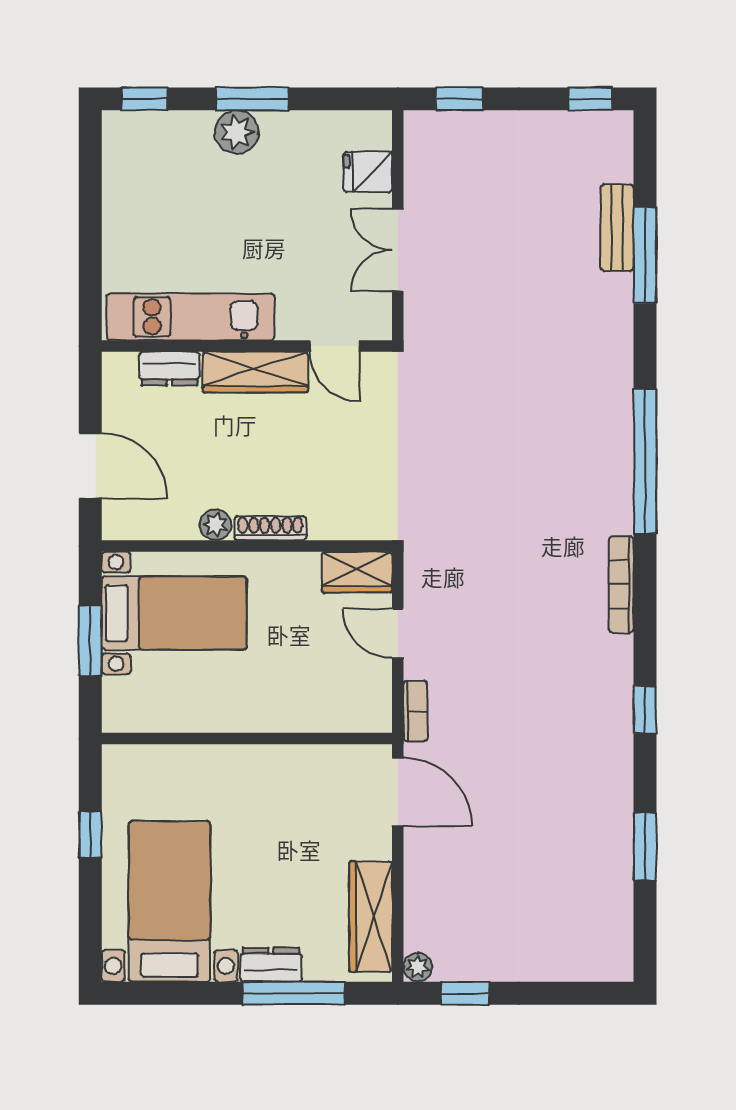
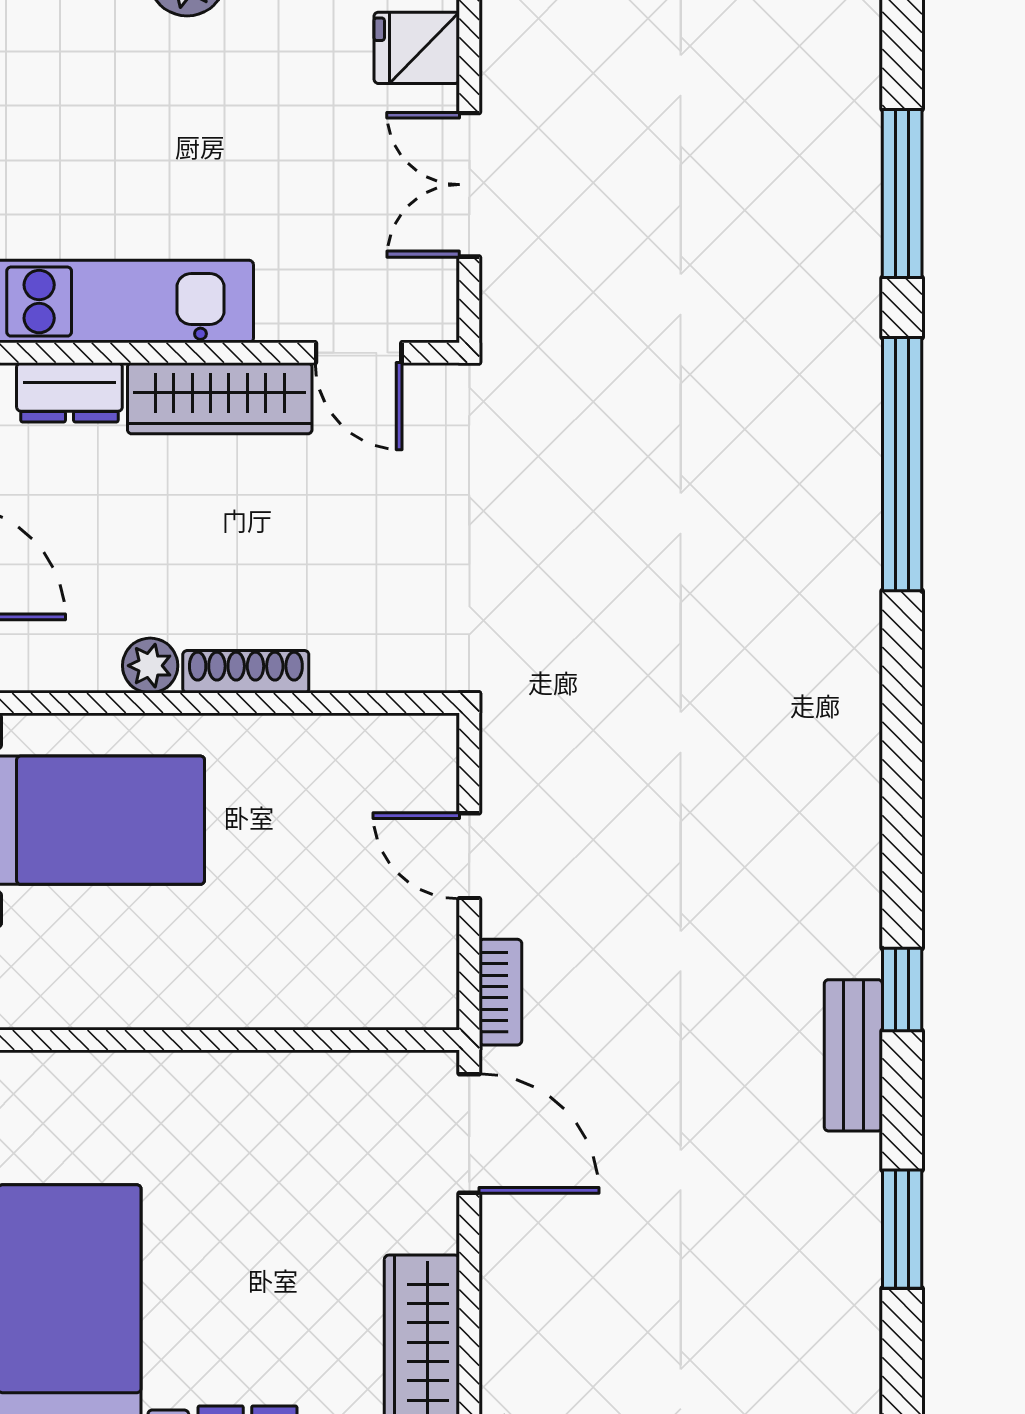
bench: (617, 228) -> (853, 1055), moved
window: (645, 461) -> (902, 464), moved
wardrobe: (357, 572) -> (398, 749), removed
bookcase: (621, 584) -> (861, 770), removed

